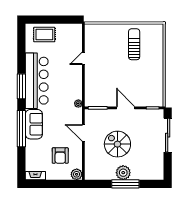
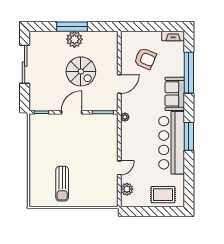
door: (126, 108) -> (72, 112), swing flipped
window: (21, 129) -> (189, 73), moved
door: (83, 133) -> (119, 84), hinge flipped
sliding door: (168, 135) -> (25, 64), moved
armchair: (60, 156) -> (145, 59), turned 113
plant: (77, 174) -> (127, 189), moved

